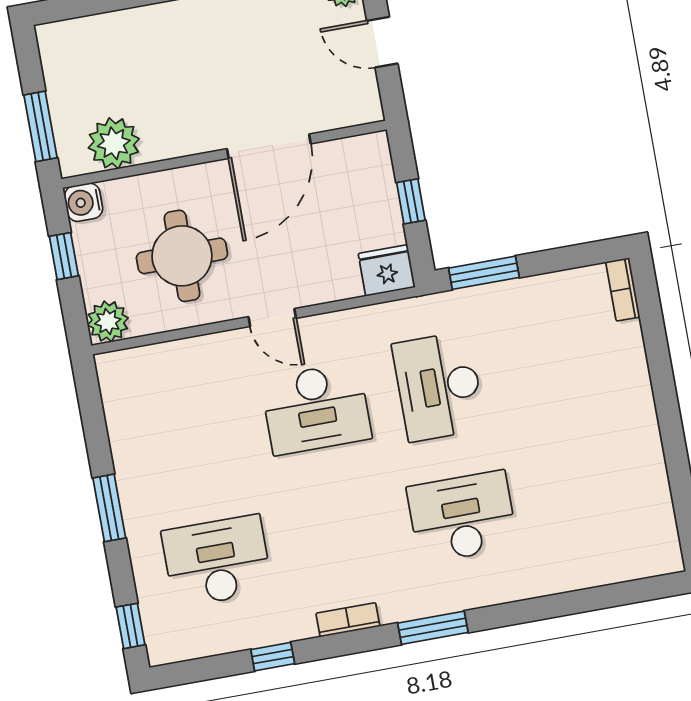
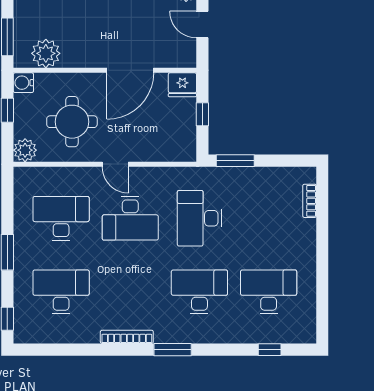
fridge: (387, 270) -> (182, 85), moved, turned 180
bookcase: (623, 289) -> (310, 201), moved
desk: (193, 431) -> (61, 218), added
desk: (585, 495) -> (269, 292), added
bookcase: (348, 620) -> (127, 337), width x1.56
window: (273, 657) -> (270, 350), moved

